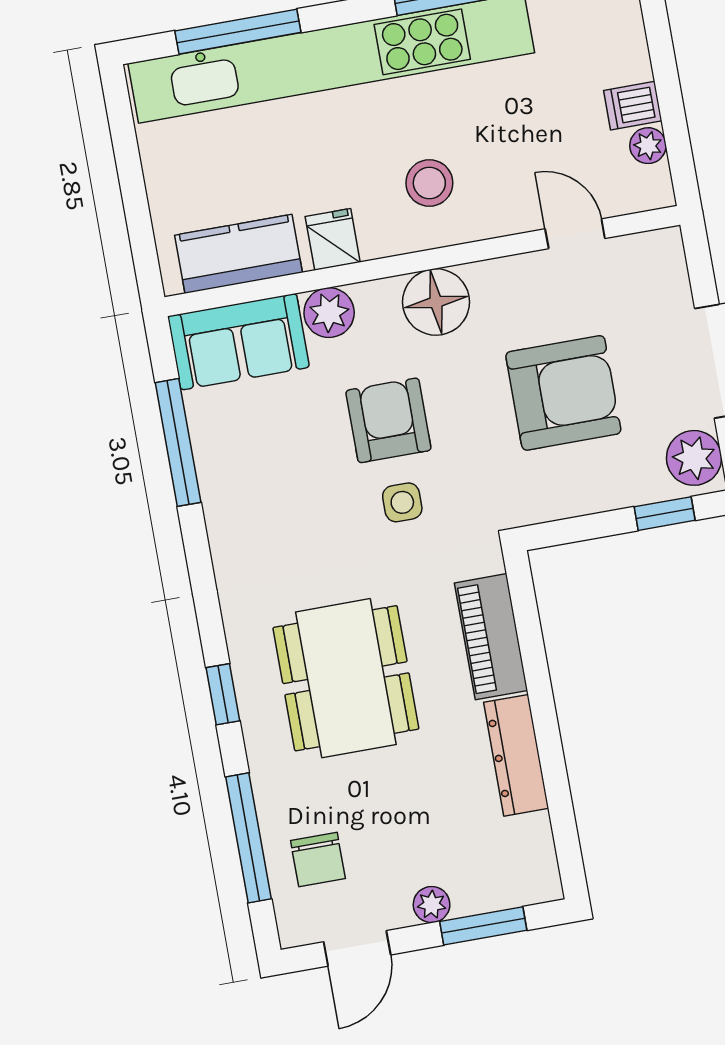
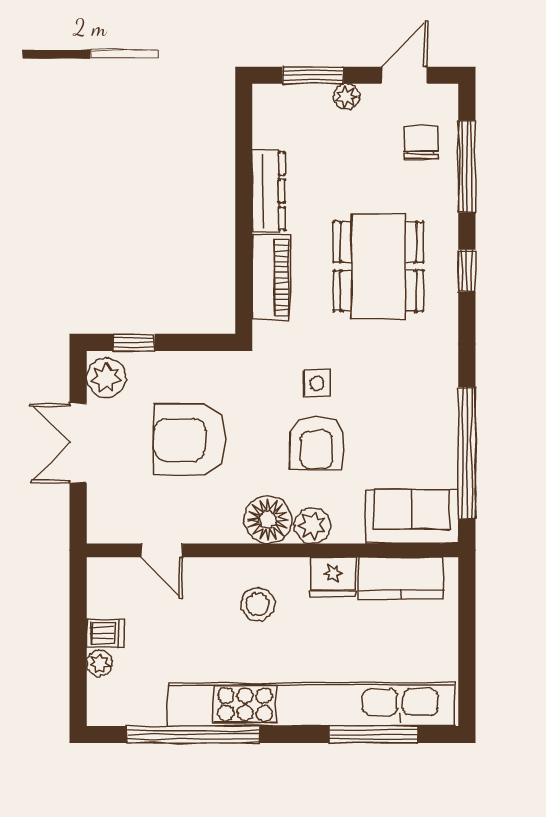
plant: (648, 146) -> (99, 663), moved
fridge: (333, 239) -> (333, 577), width x1.38
plant: (329, 313) -> (312, 526), moved
window: (178, 442) -> (467, 453), width x1.46

